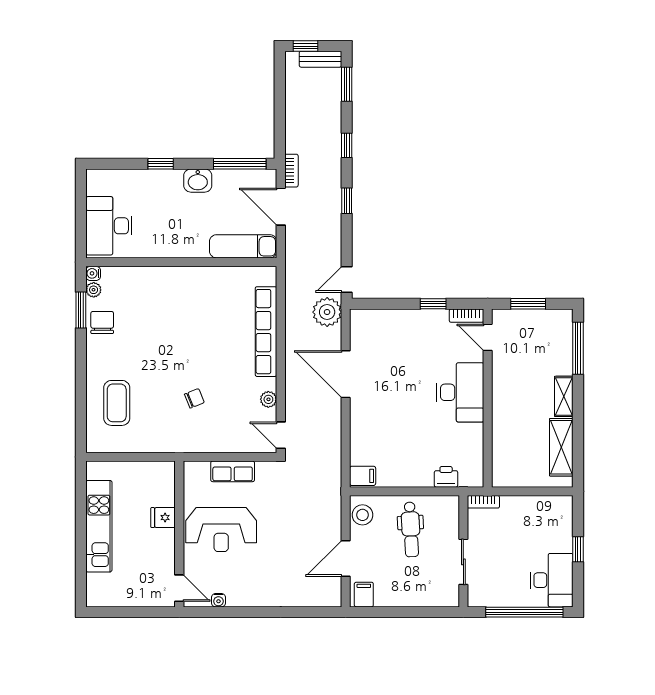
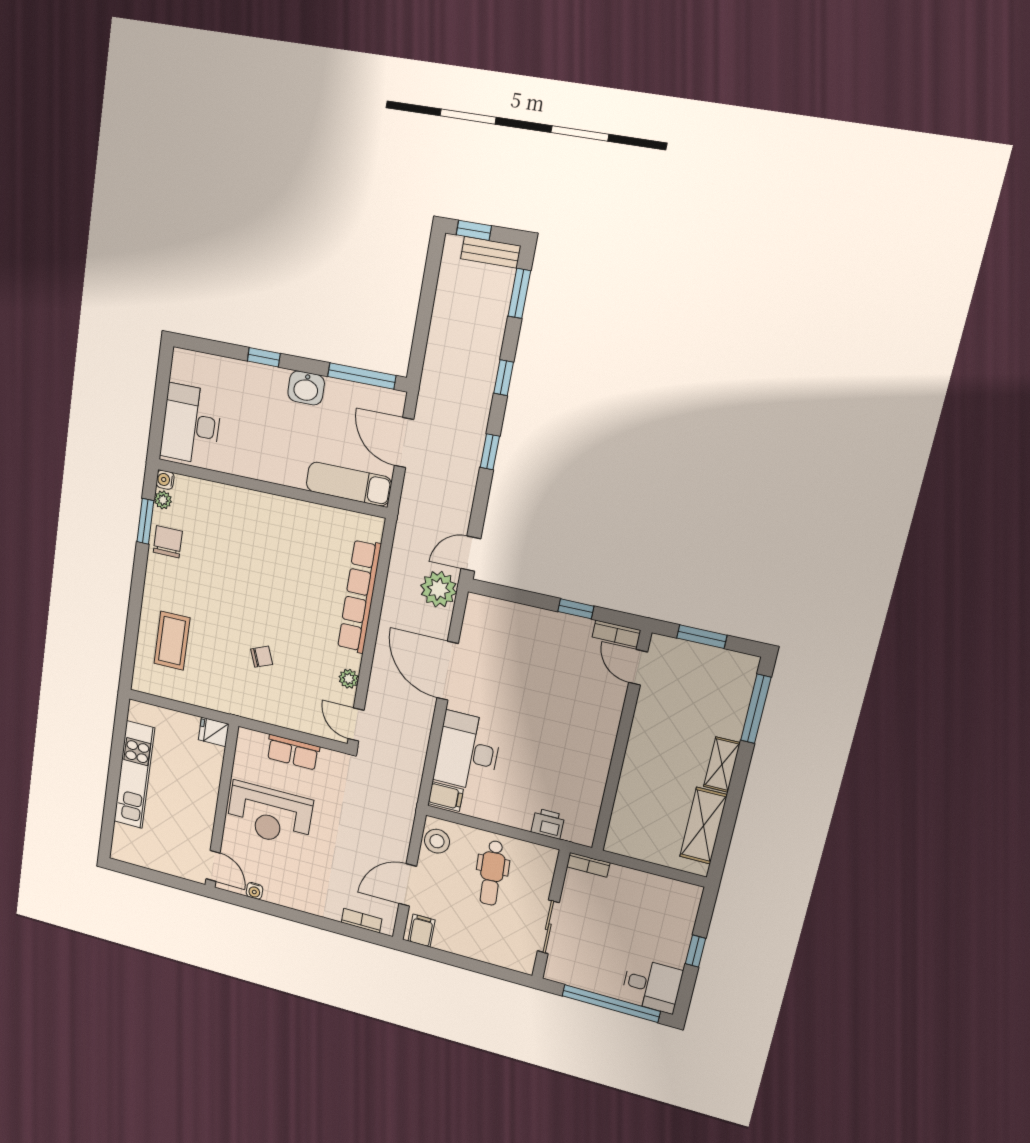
bookcase: (291, 171) -> (362, 921), moved, turned -90
desk: (460, 392) -> (468, 752), moved, turned 180
fridge: (163, 518) -> (214, 732), moved
desk: (552, 580) -> (652, 985), width x0.73

